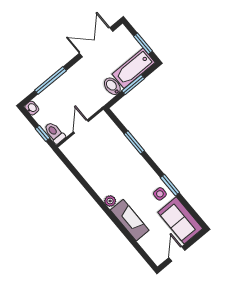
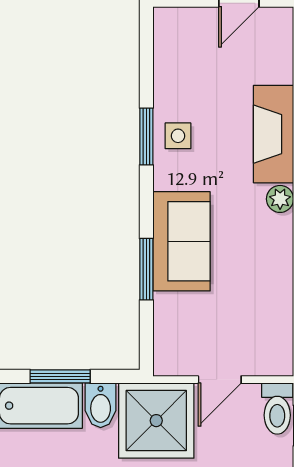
shower: (90, 96) -> (156, 421), added
sofa: (180, 220) -> (182, 241), moved

